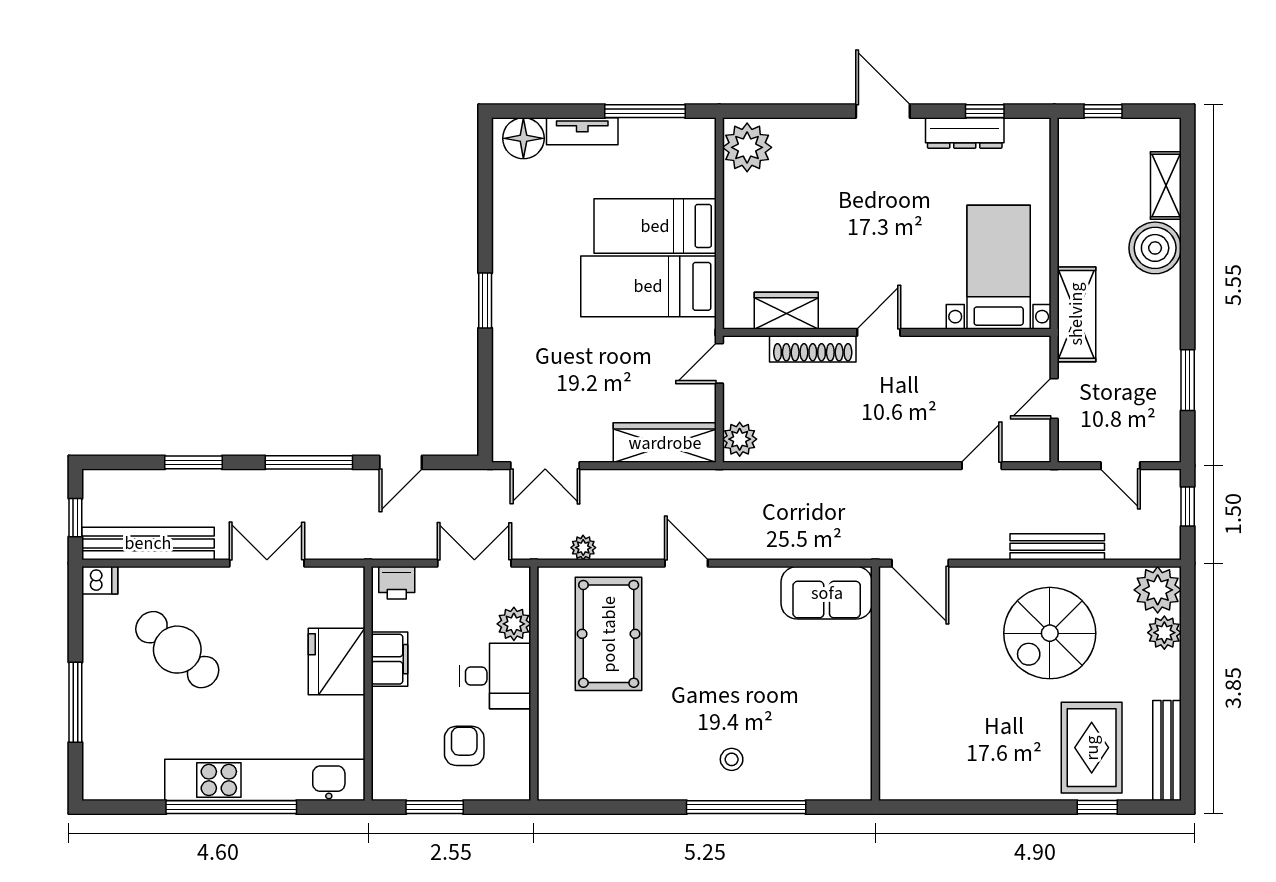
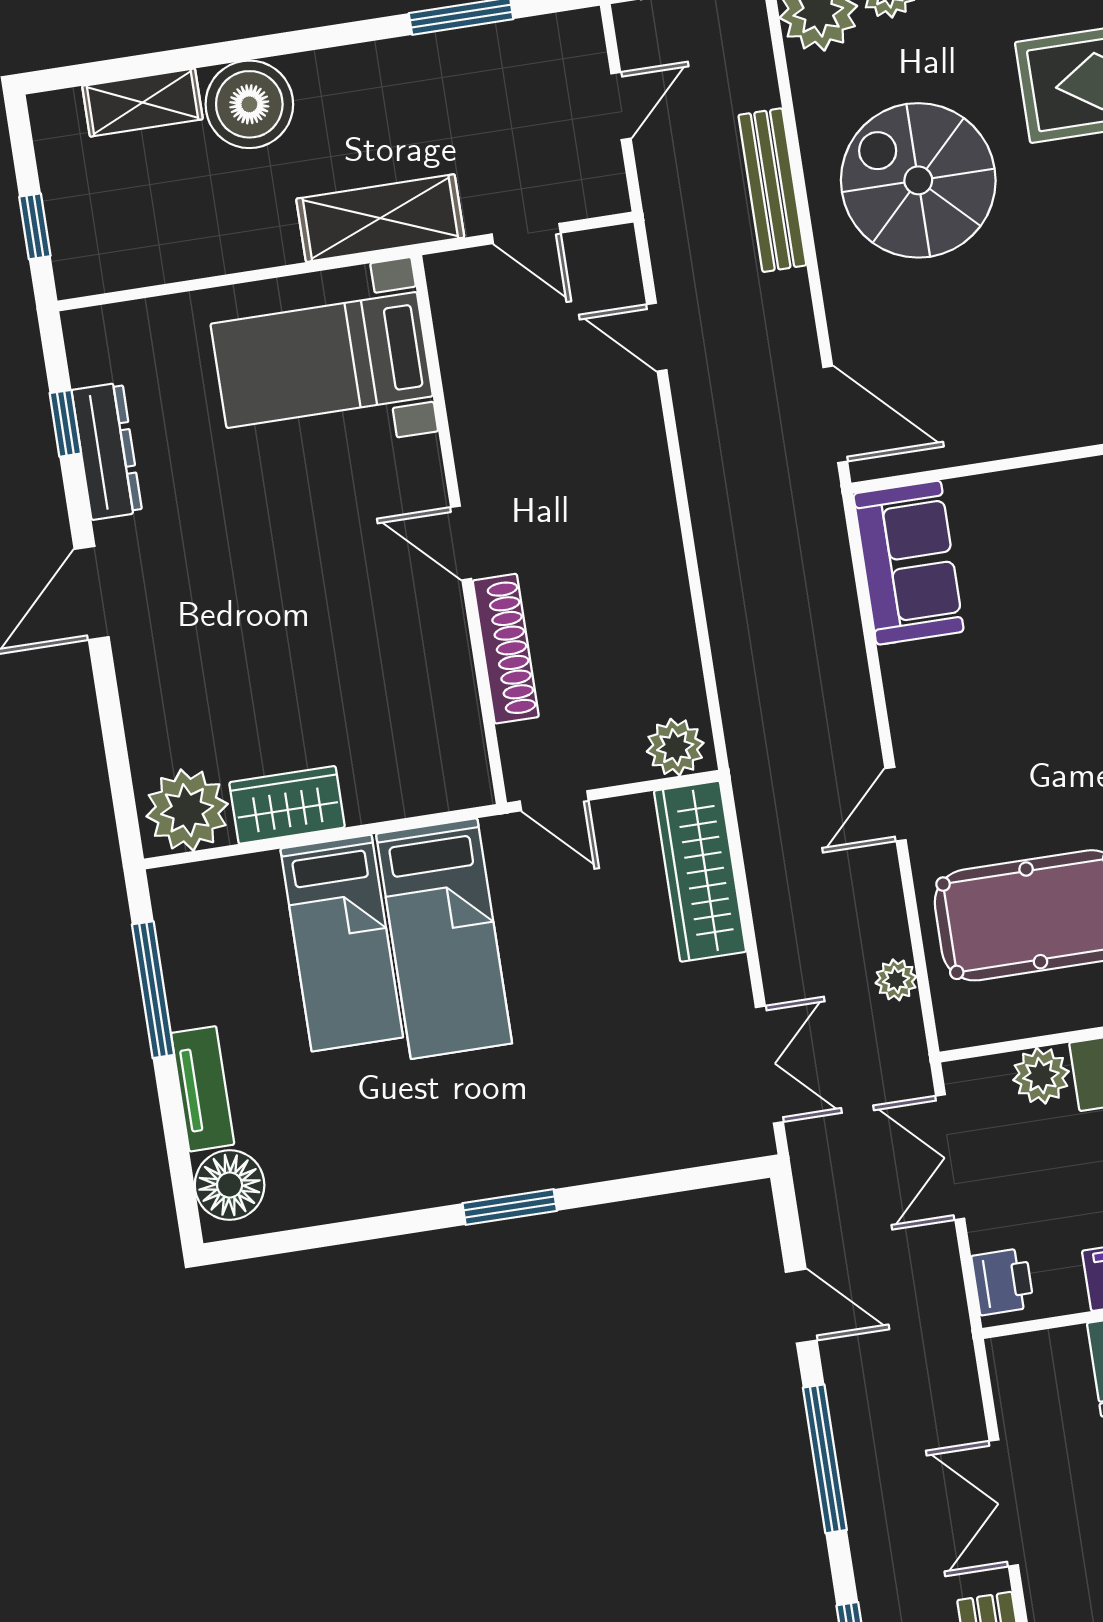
wardrobe: (786, 311) -> (287, 805), moved, turned 90
door: (920, 563) -> (835, 414), hinge flipped
spiral stairs: (1050, 633) -> (918, 180), turned 180

